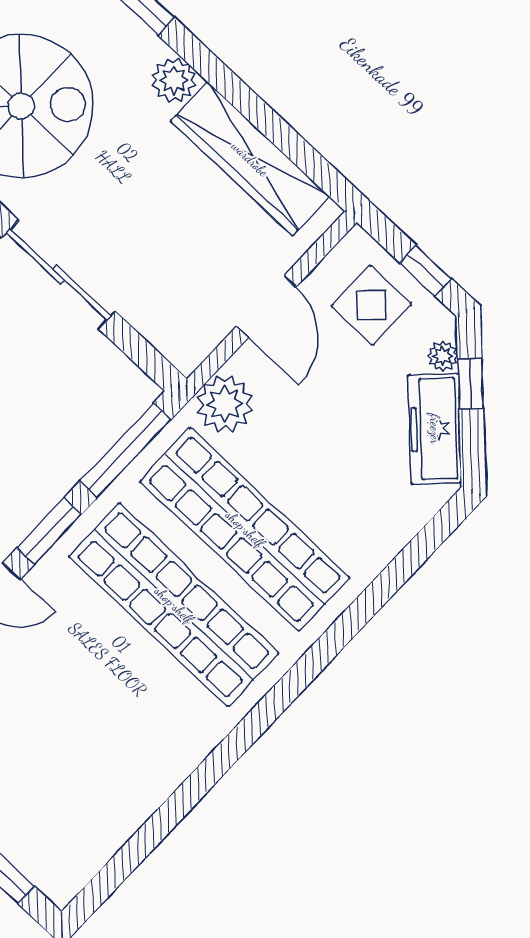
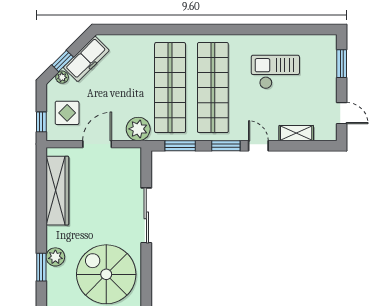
plant: (174, 80) -> (55, 257), moved
window: (426, 271) -> (41, 122), moved
window: (125, 450) -> (180, 146), width x0.69
checkout: (97, 741) -> (275, 72), added

